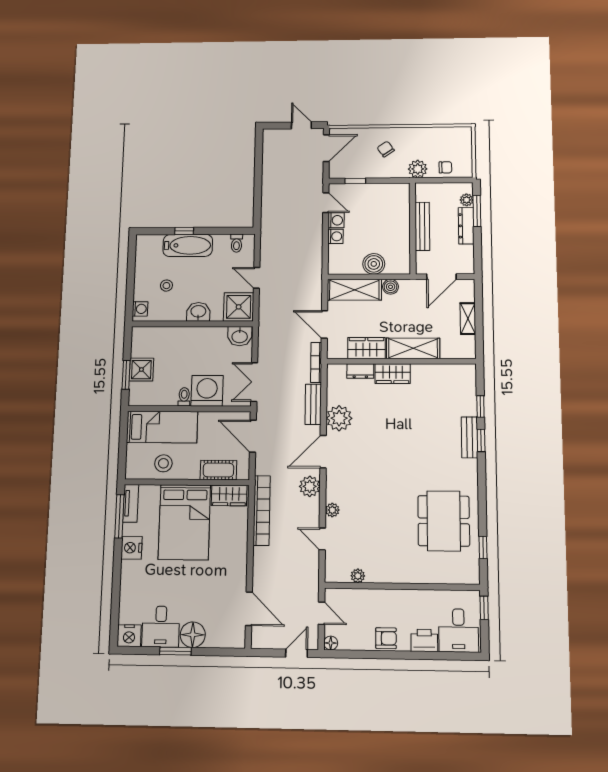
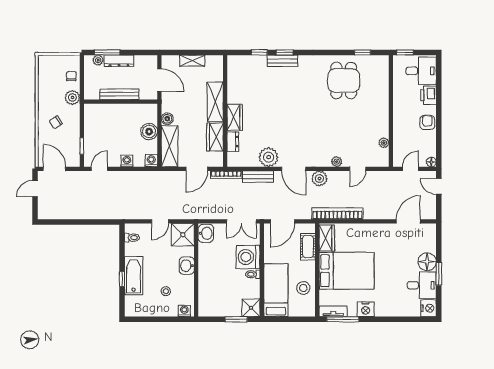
washing machine: (336, 220) -> (151, 161), moved
shower: (141, 370) -> (251, 308), moved
dining table: (444, 521) -> (344, 80), width x0.73

